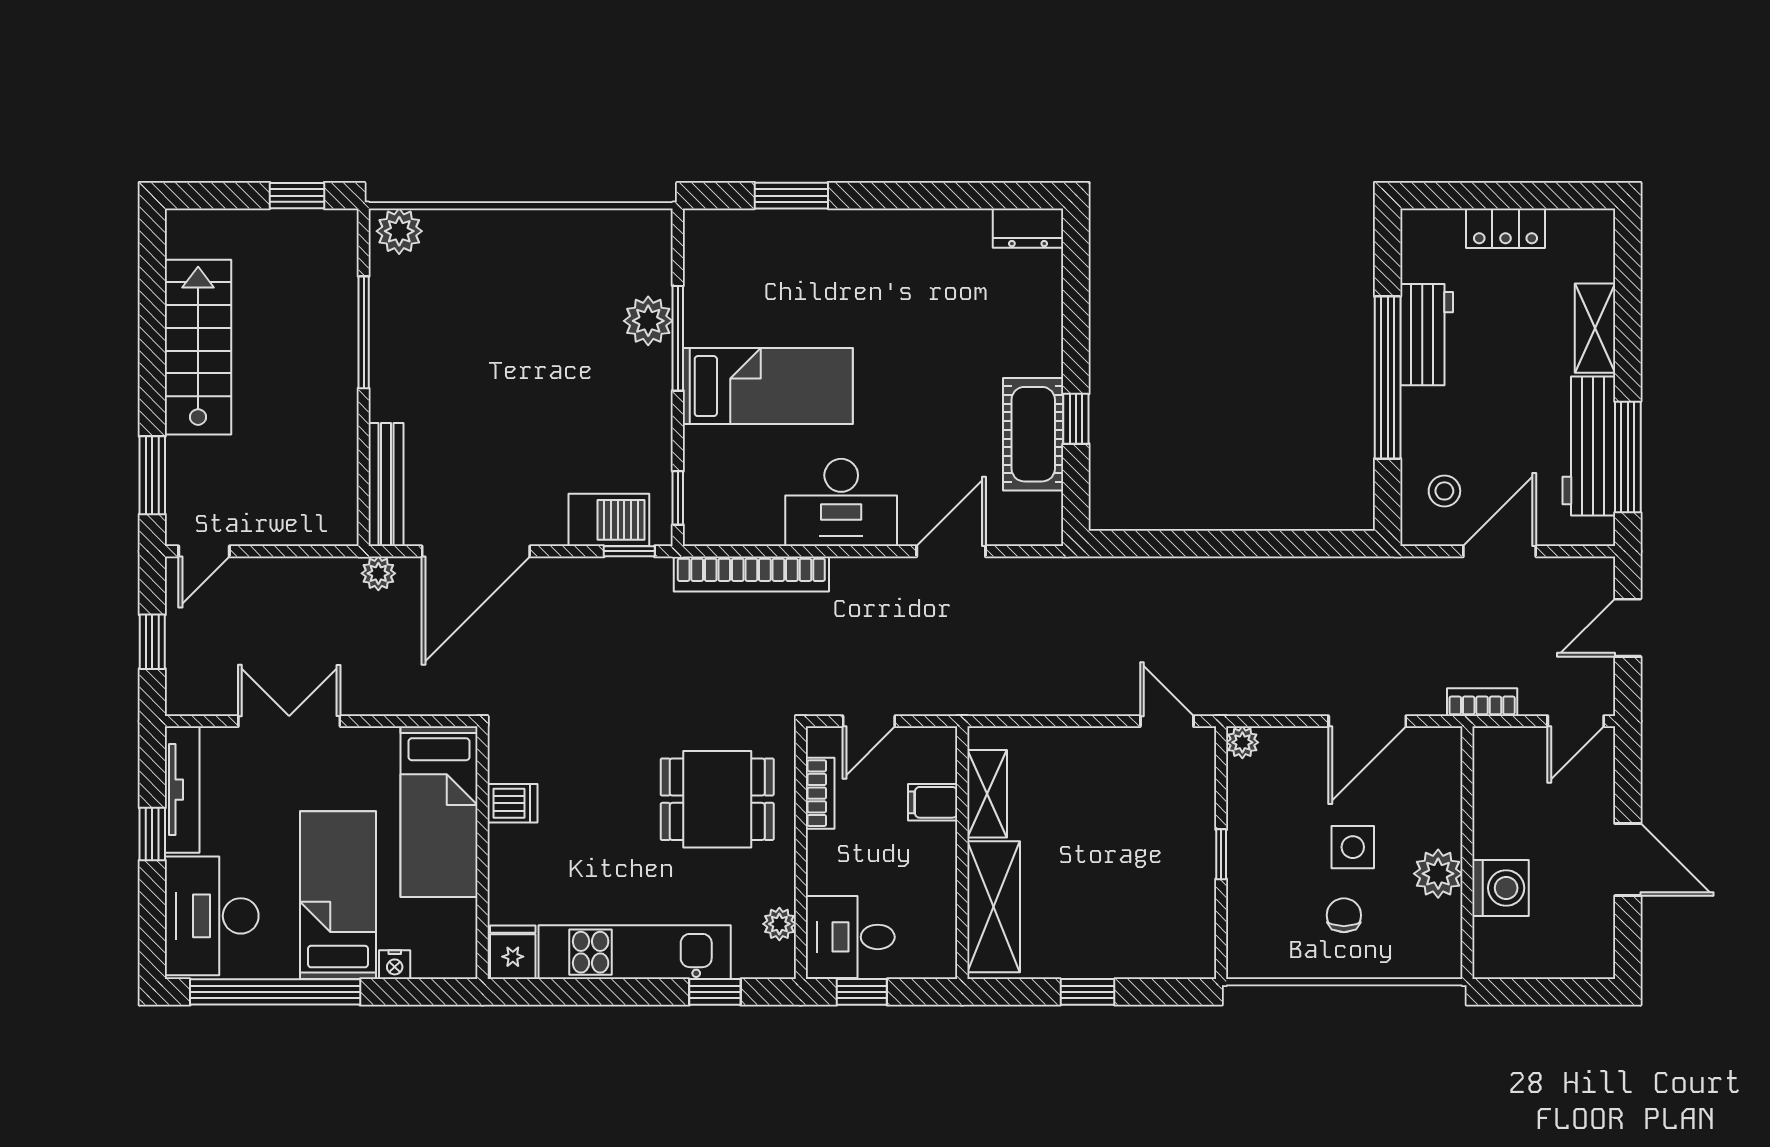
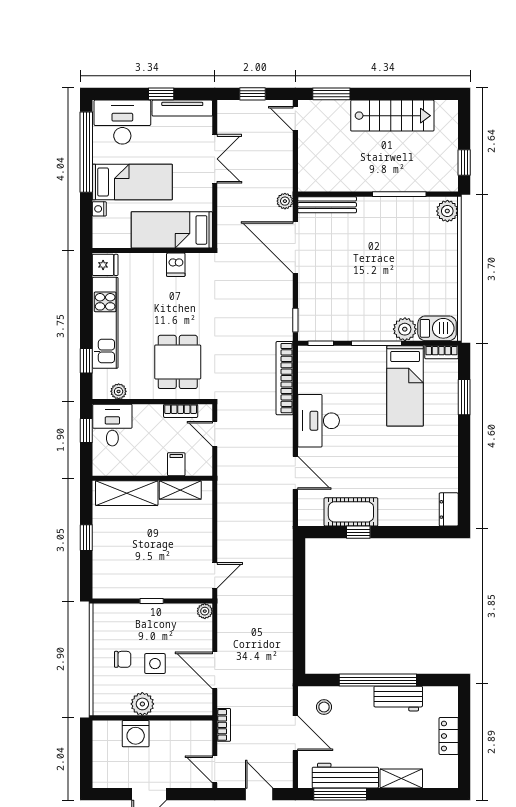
bookcase: (697, 243) -> (441, 352), added
window: (678, 338) -> (377, 343), moved
bed: (768, 386) -> (405, 386), moved
barbecue: (609, 520) -> (437, 328), moved, turned -90

